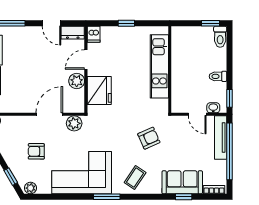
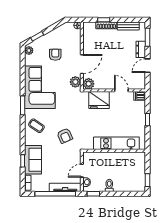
dresser: (73, 33) -> (141, 49), moved
toilet: (220, 37) -> (138, 187), removed
plant: (77, 81) -> (89, 84), moved
door: (49, 114) -> (82, 64), hinge flipped

